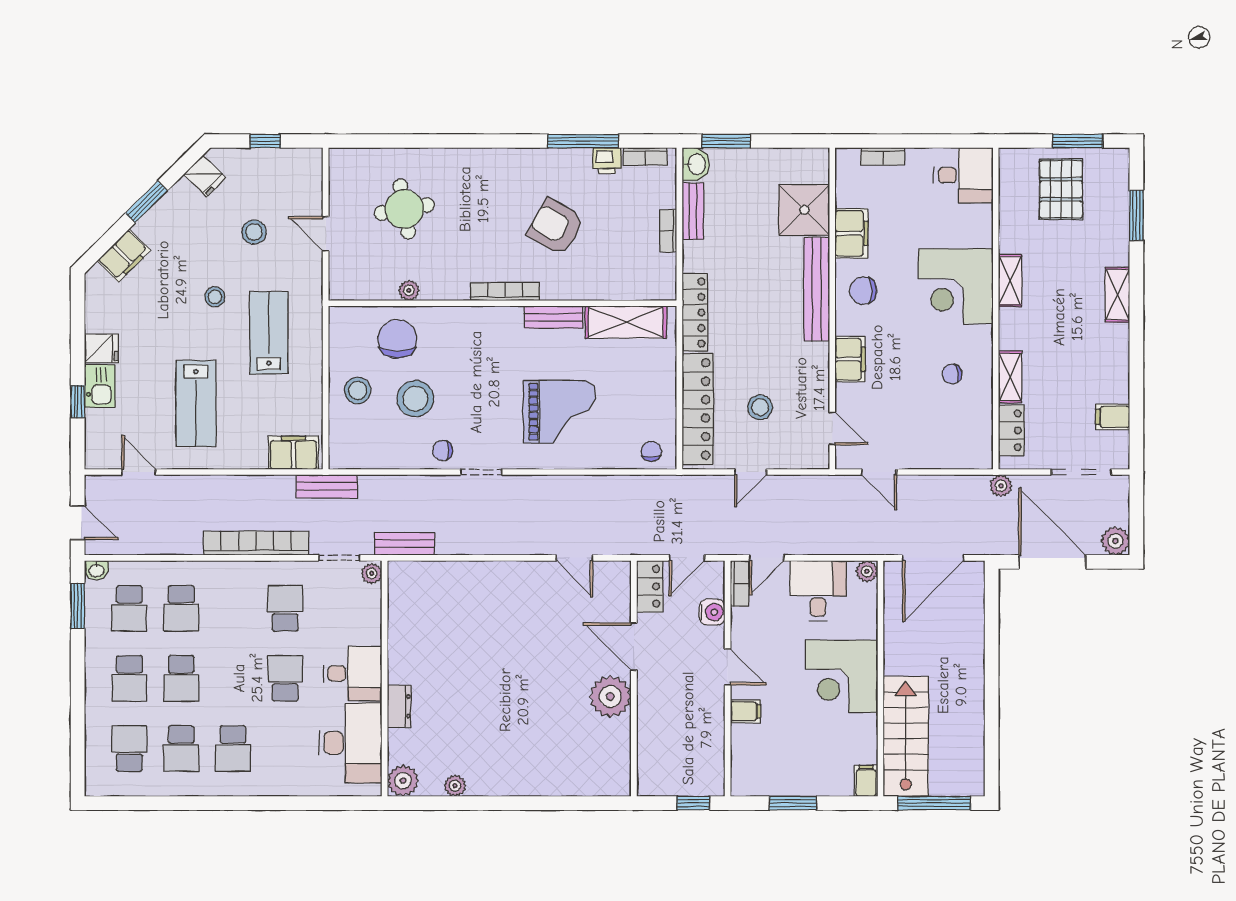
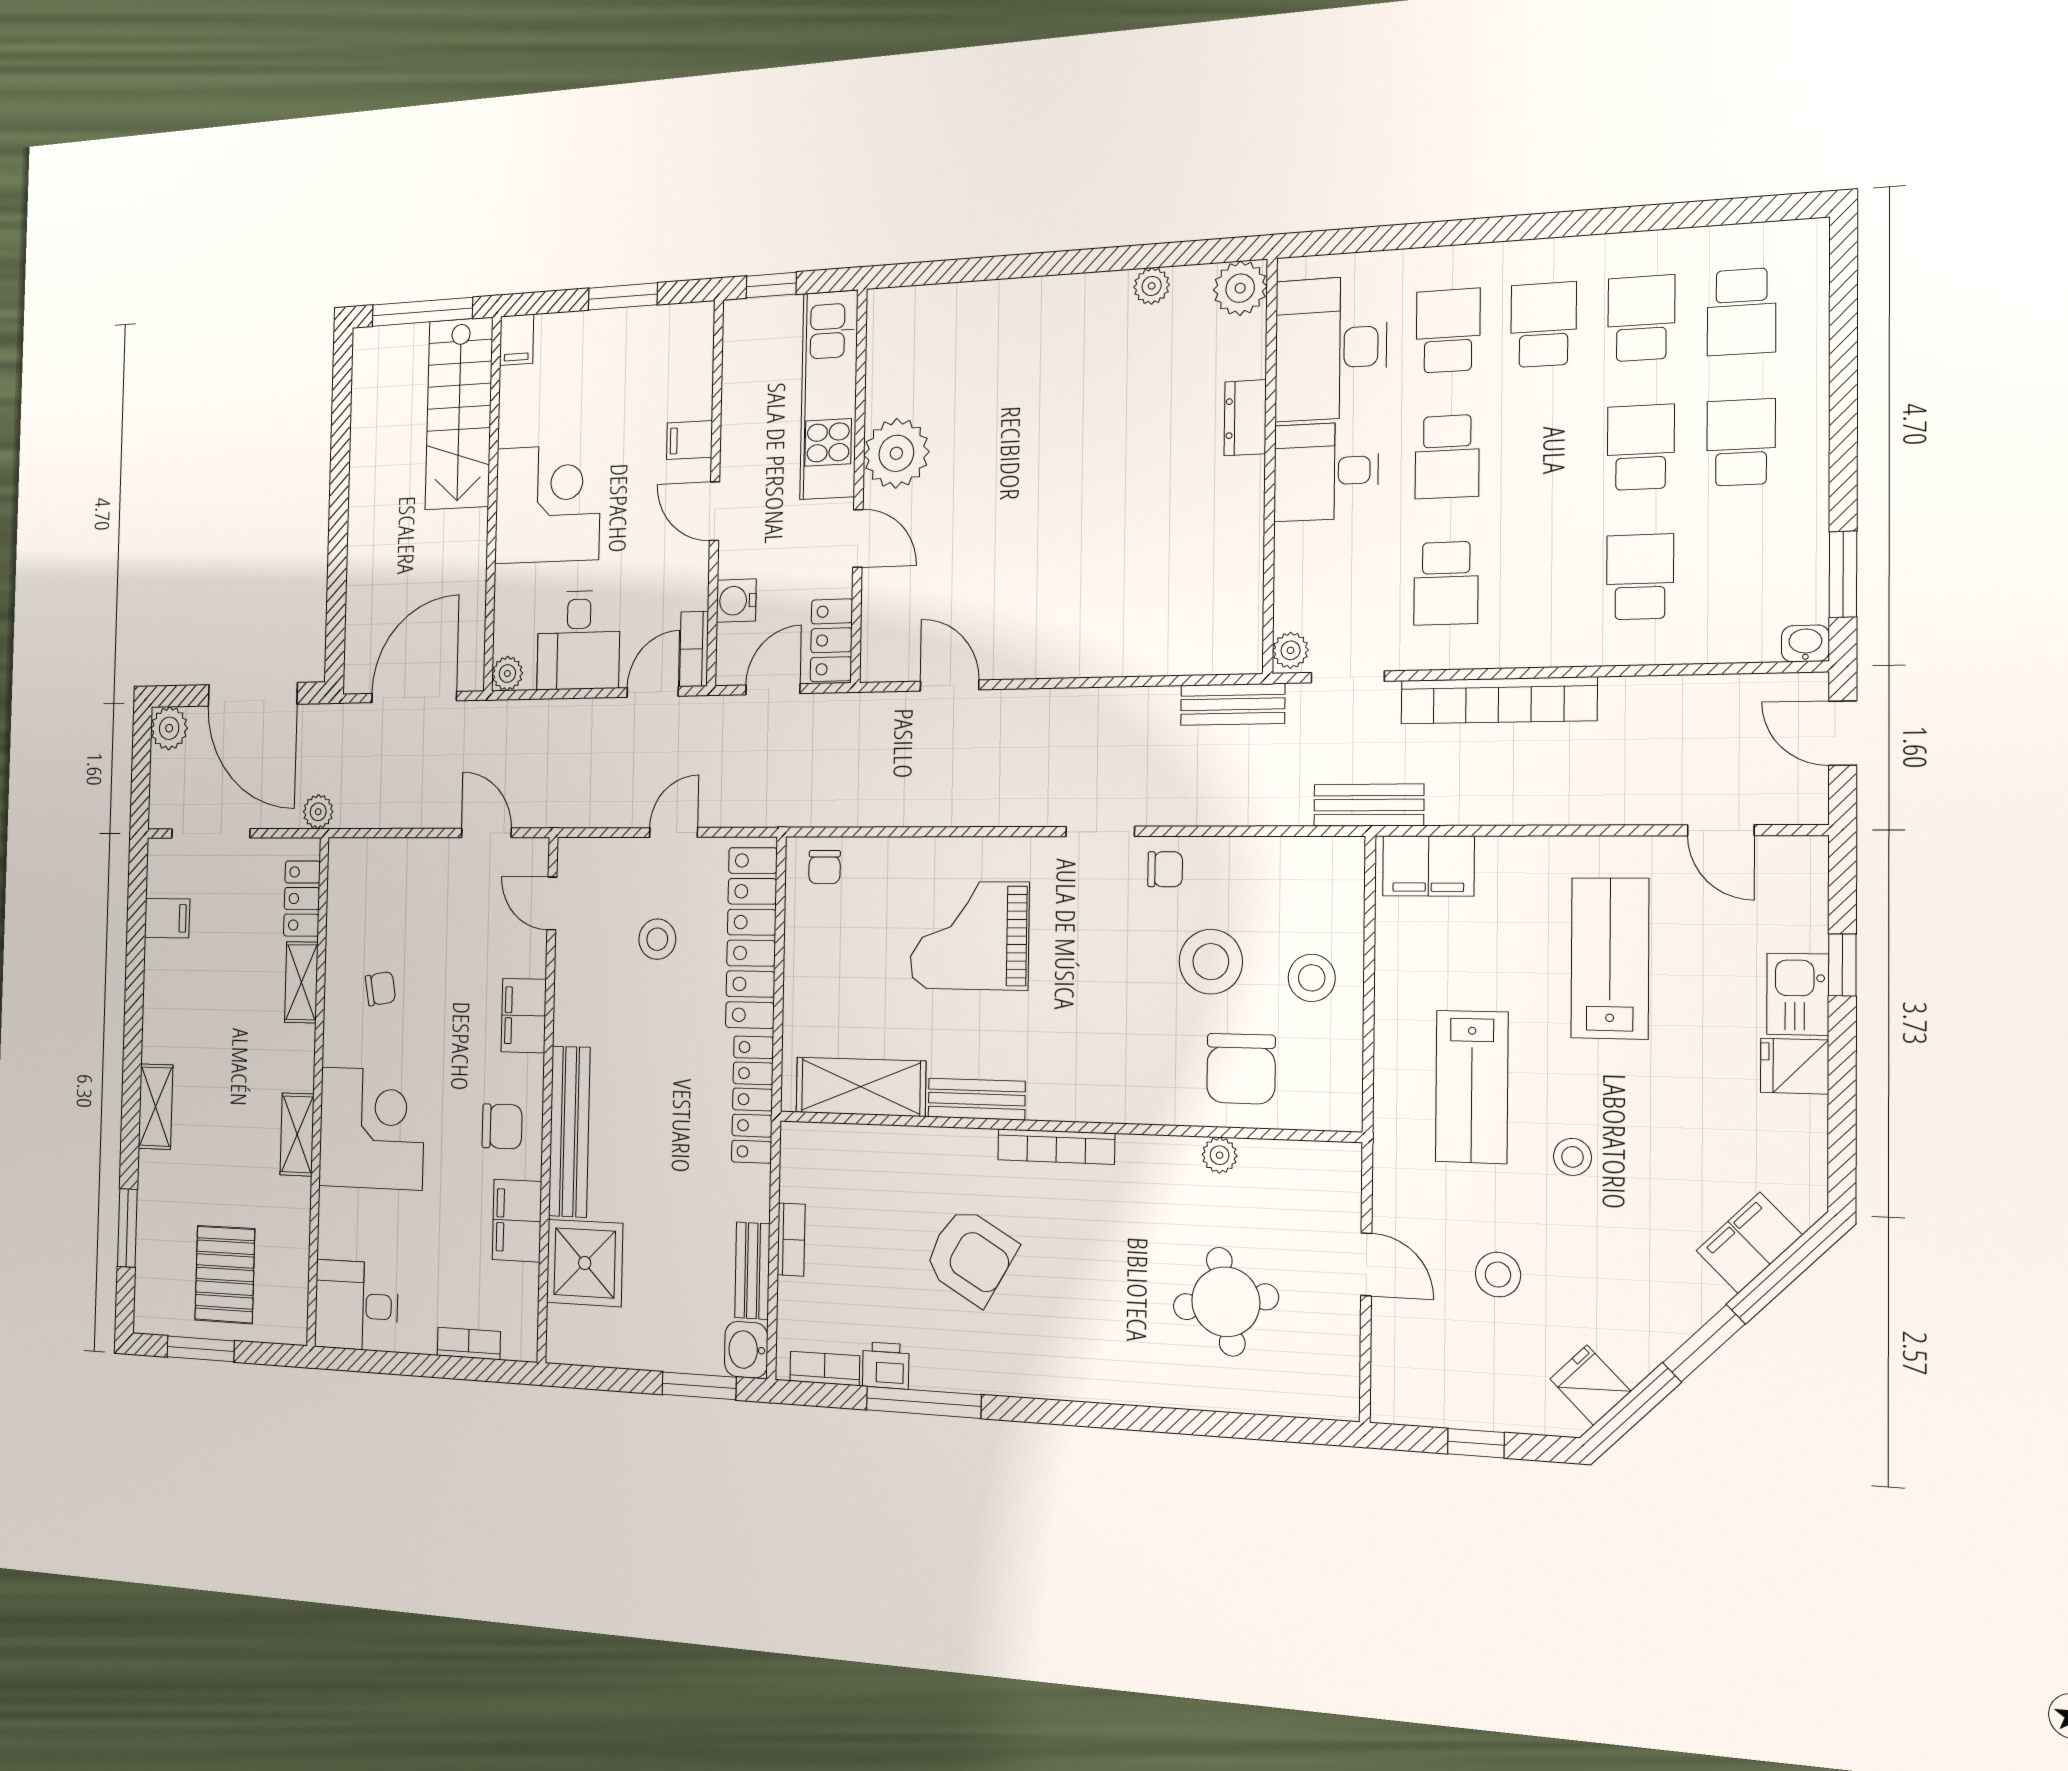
school desk: (129, 608) -> (1448, 331), moved
door: (634, 647) -> (858, 538), width x0.73
kitchen unit: (654, 734) -> (829, 395), added

